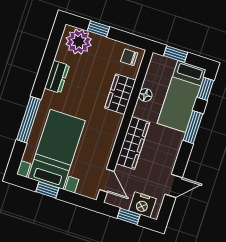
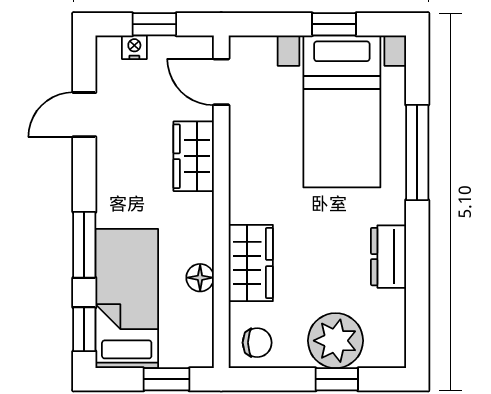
plant: (79, 42) -> (336, 341), moved
wardrobe: (133, 143) -> (194, 156), width x0.67
nightstand: (142, 205) -> (134, 47), width x0.53, depth x0.56

